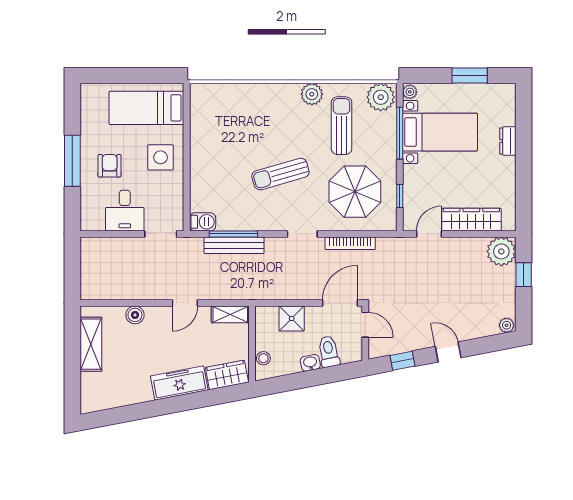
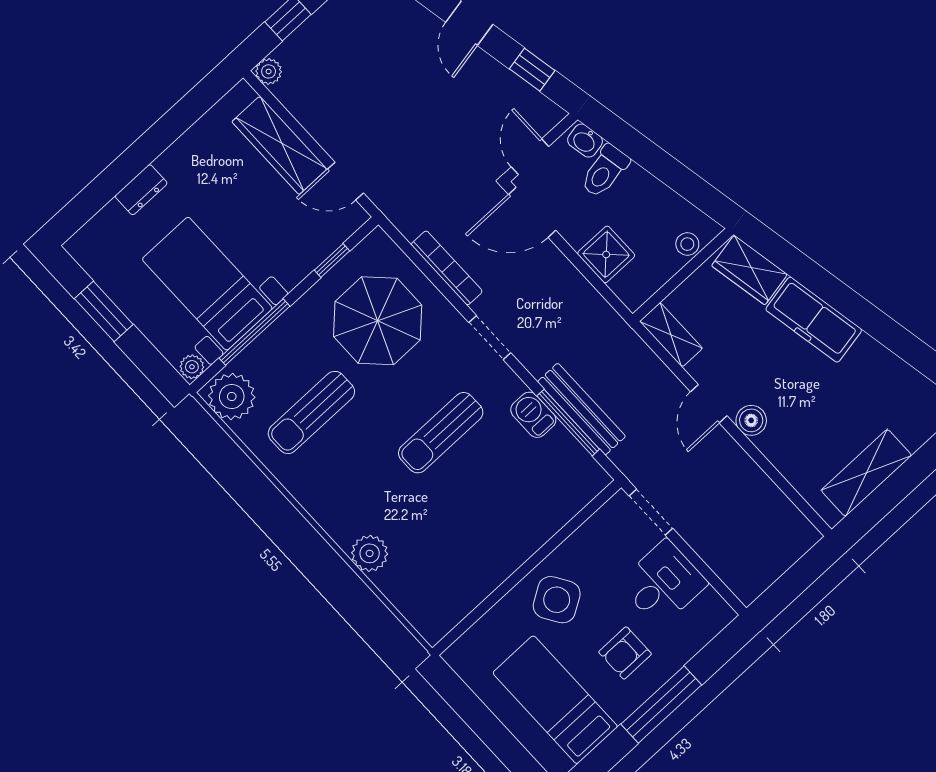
plant: (312, 94) -> (370, 553), moved
bed: (146, 108) -> (555, 700), moved, turned 180
side table: (160, 157) -> (557, 600), turned -32
sun lounger: (280, 174) -> (441, 433), turned 106
barbecue: (203, 222) -> (533, 415), moved
plant: (501, 251) -> (269, 71), width x0.53, depth x0.53
door: (185, 303) -> (709, 404), swing flipped
boiler: (135, 315) -> (751, 420), moved
washbasin: (310, 363) -> (585, 141), moved

